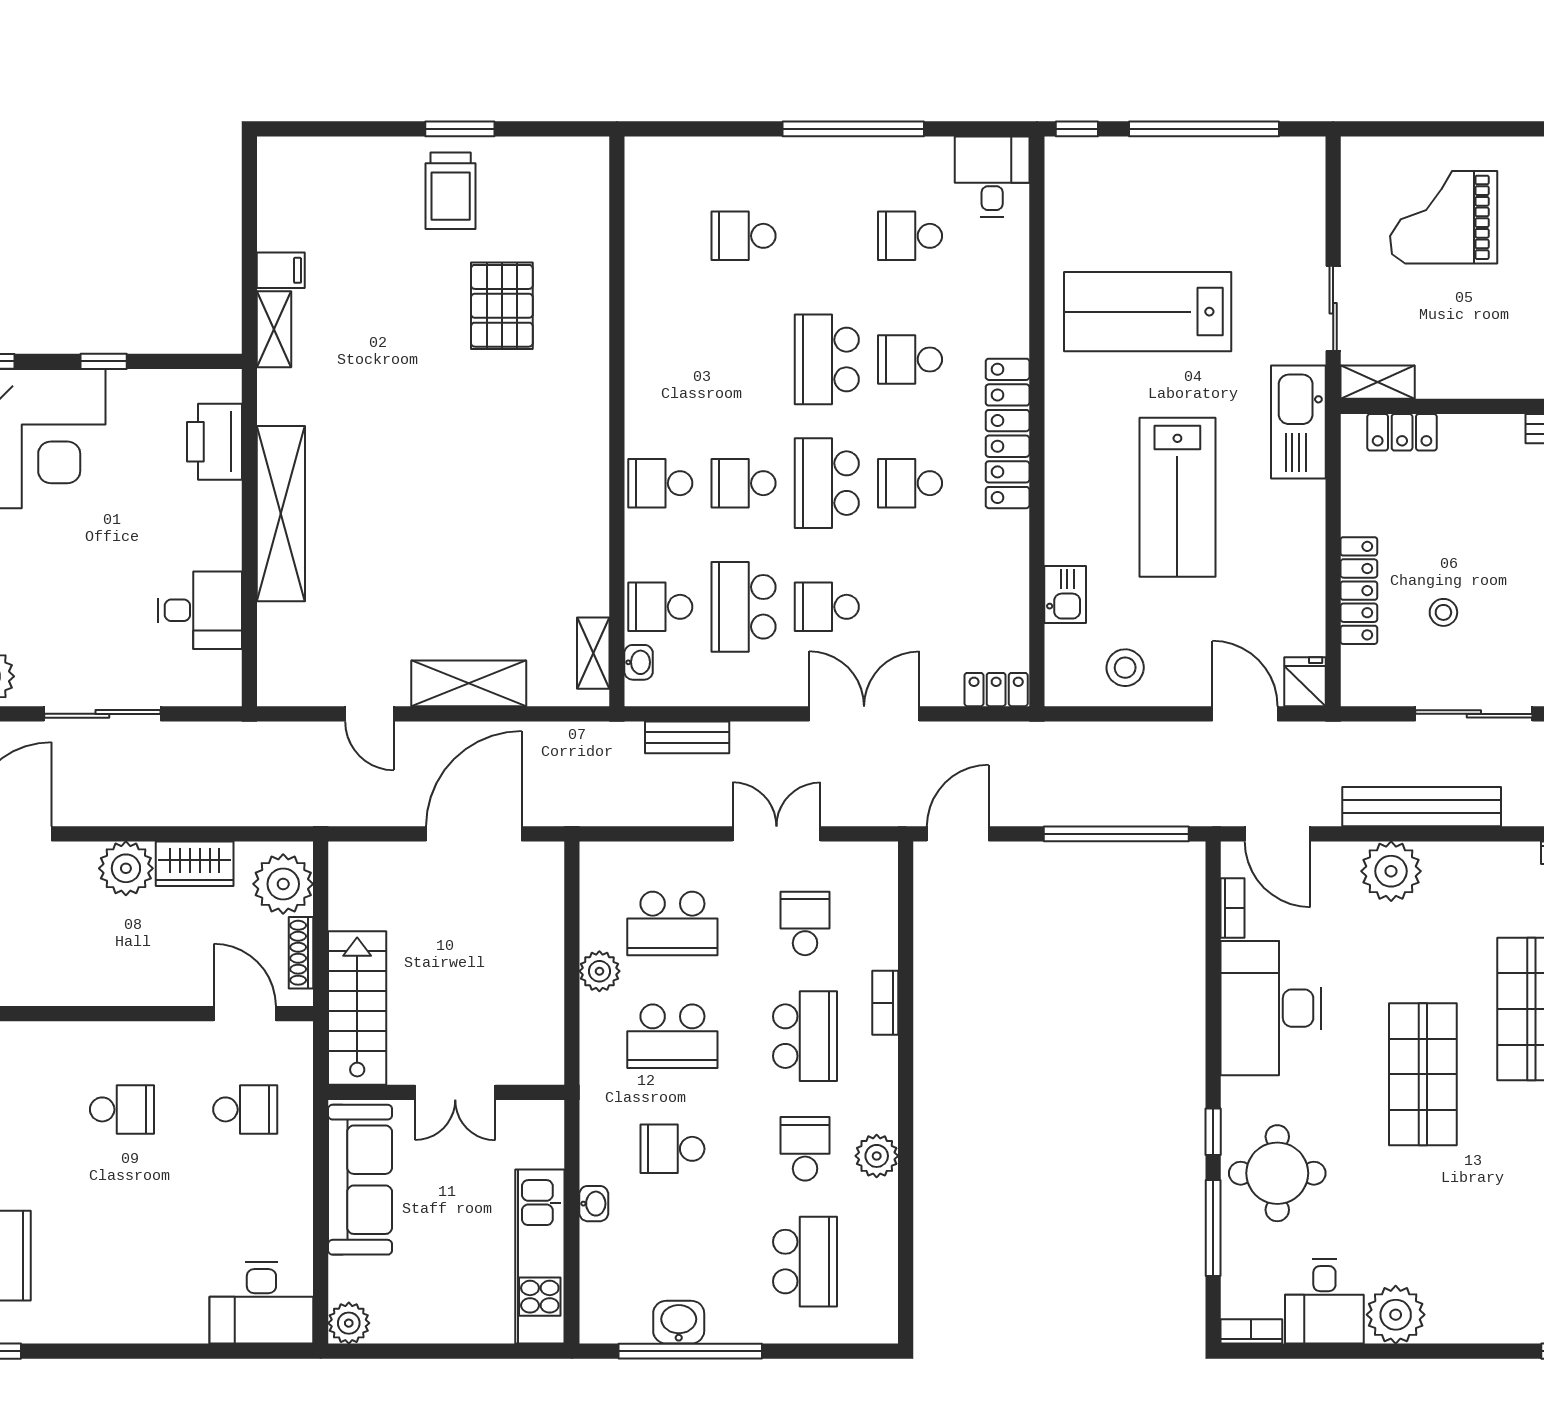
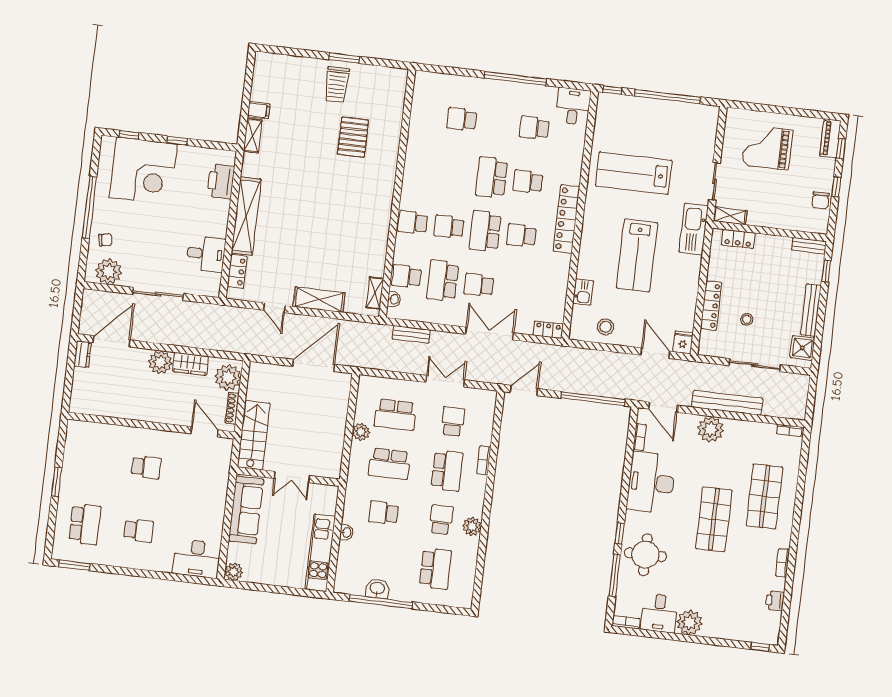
locker: (276, 642) -> (237, 271), added
school desk: (245, 1109) -> (138, 531), moved

